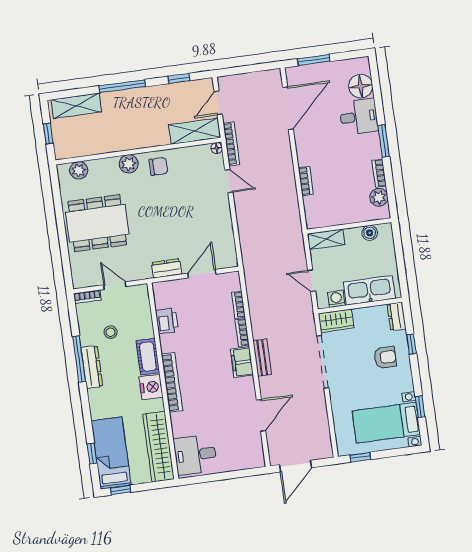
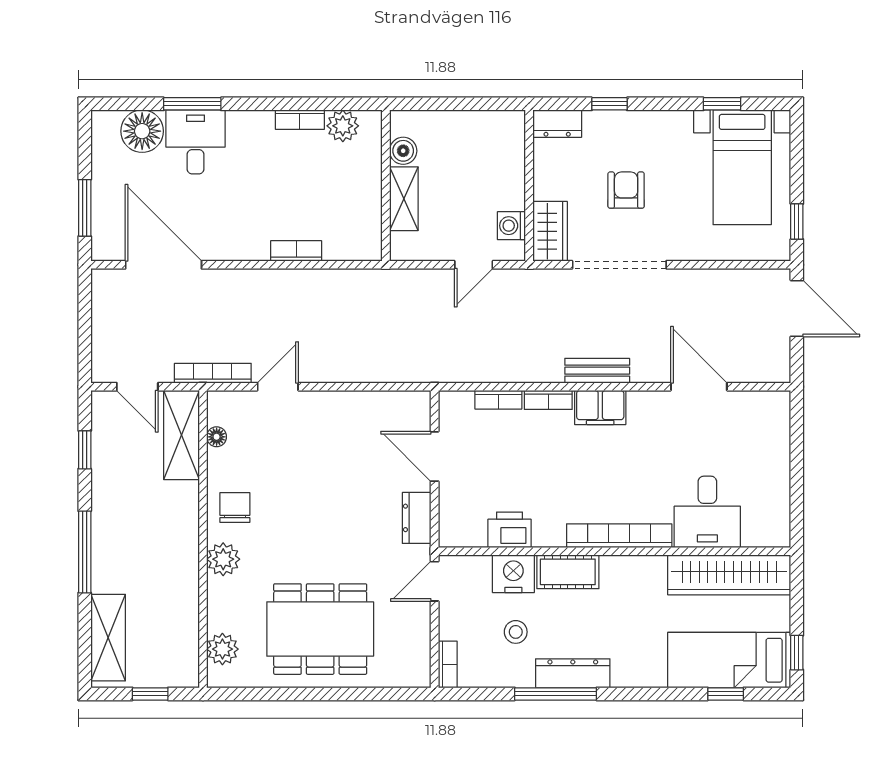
window: (384, 141) -> (192, 104), moved
floor lamp: (217, 148) -> (217, 437), moved
dining table: (97, 223) -> (320, 629), turned 90
shelving: (326, 239) -> (404, 199), moved
door: (115, 286) -> (435, 581), moved
kitchen sink: (369, 290) -> (504, 165), removed
armchair: (385, 357) -> (626, 190), moved
nightstand: (151, 387) -> (513, 574), moved
desk: (195, 455) -> (707, 512), moved
door: (296, 466) -> (797, 308), moved

